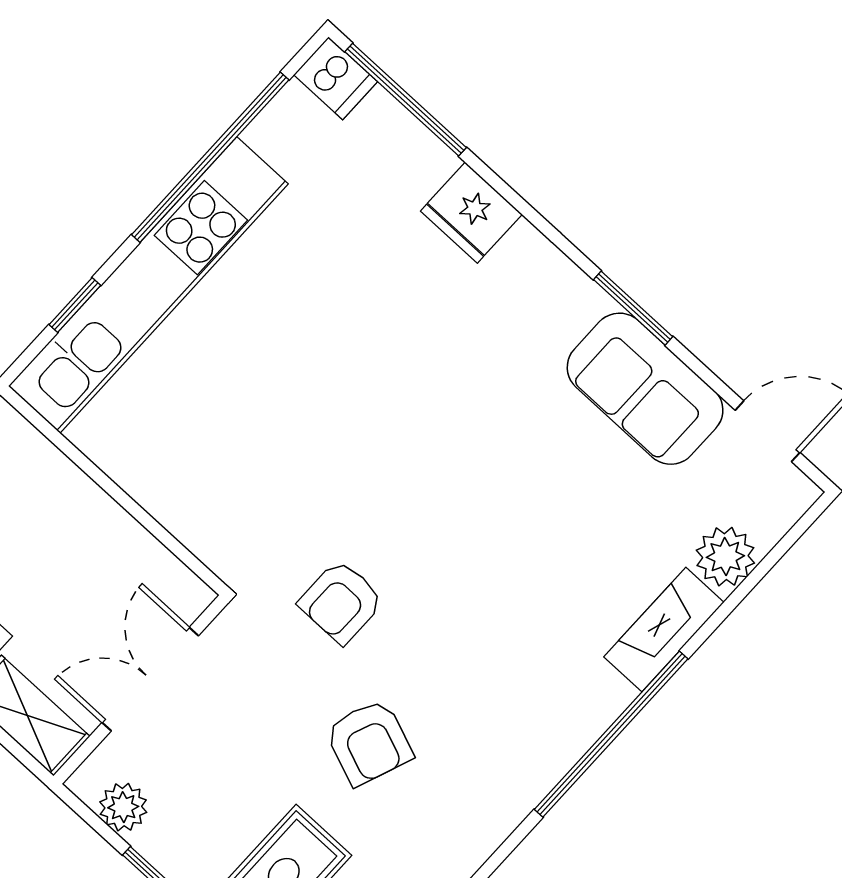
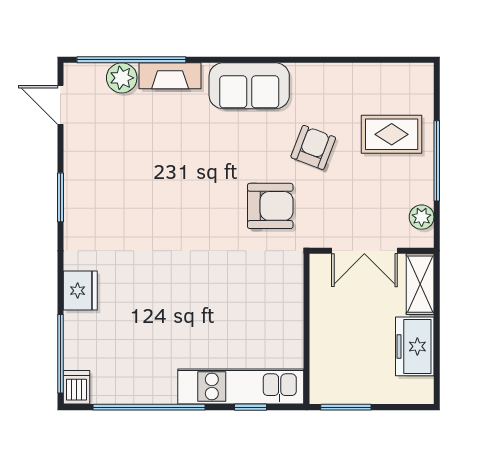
kitchen unit: (148, 285) -> (241, 386), width x0.73
sofa: (645, 389) -> (249, 86), moved, turned 90
armchair: (341, 602) -> (270, 206), width x1.38, depth x1.38
window: (611, 734) -> (131, 60), moved

